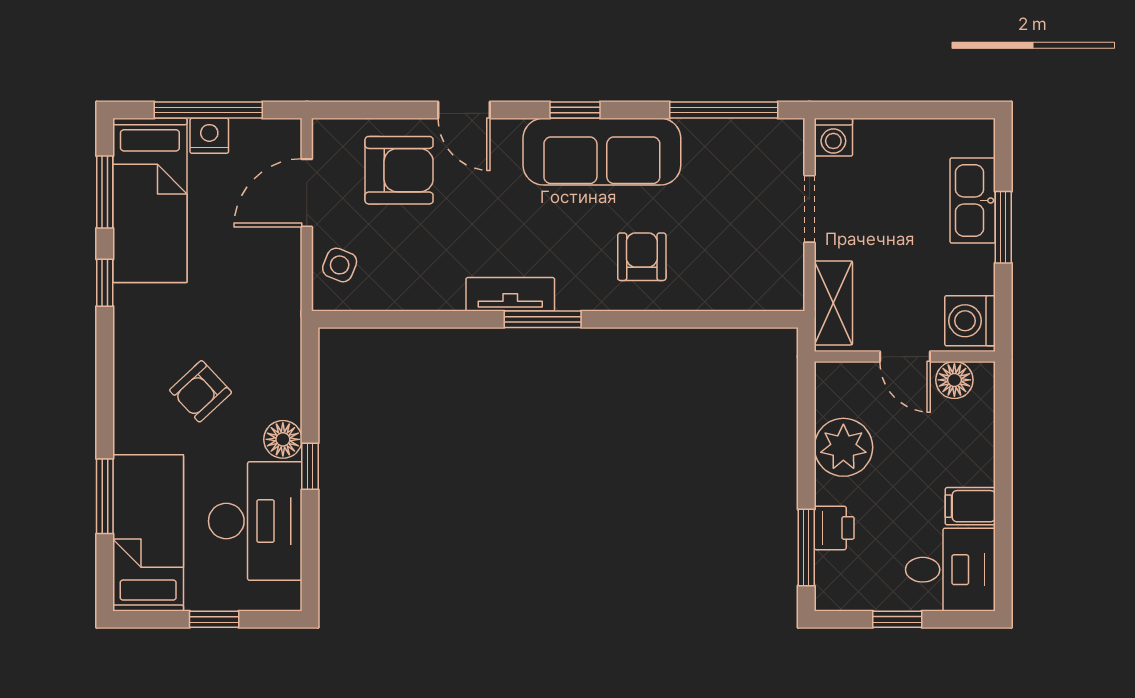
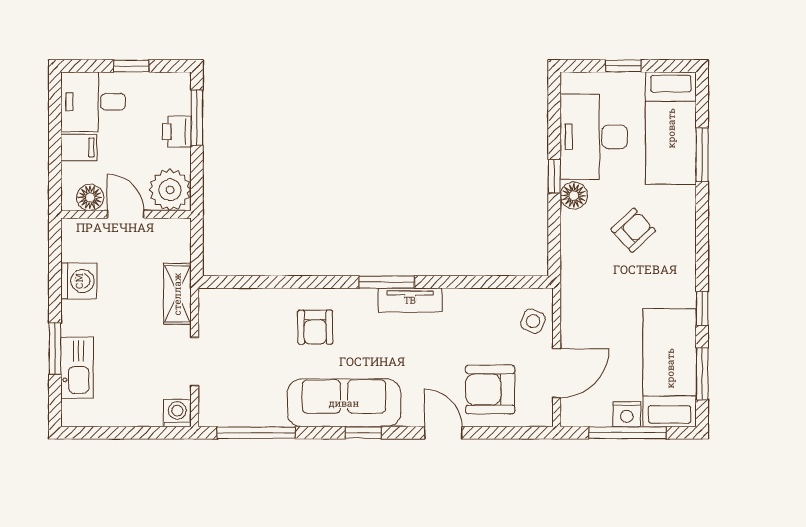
door: (905, 357) -> (126, 214), moved
wall: (905, 357) -> (126, 214), moved
floor lamp: (954, 380) -> (90, 197), moved

